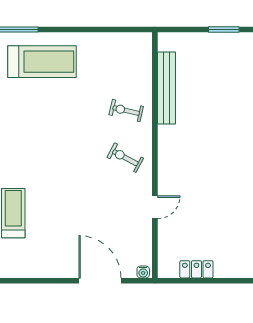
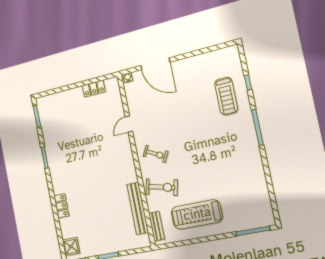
bench: (145, 59) -> (157, 226), added
treadmill: (42, 62) -> (197, 214), moved
exercise bike: (126, 111) -> (162, 187), width x1.38, depth x1.39

